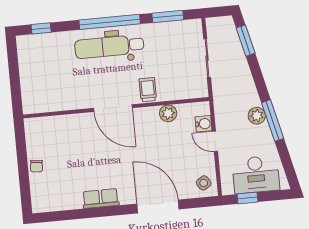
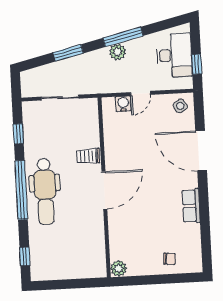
window: (168, 16) -> (18, 134), width x0.67
window: (246, 41) -> (68, 53), moved
plant: (168, 113) -> (119, 269), moved
chair: (36, 166) -> (170, 259), moved
door: (158, 206) -> (201, 151), hinge flipped

